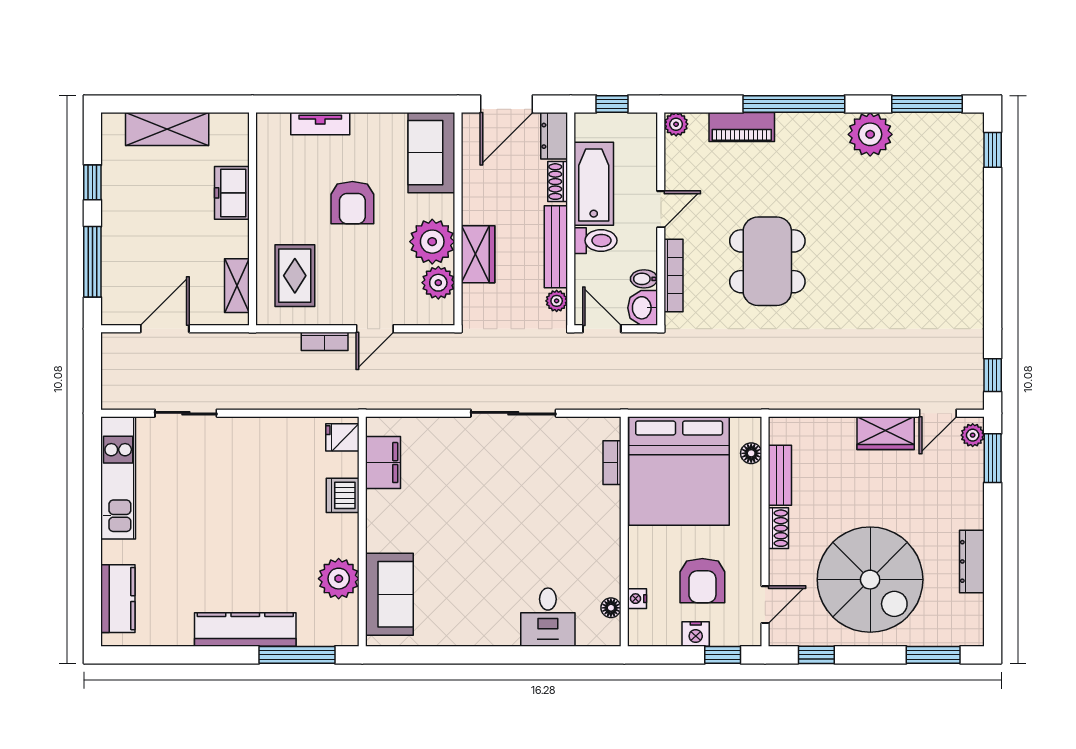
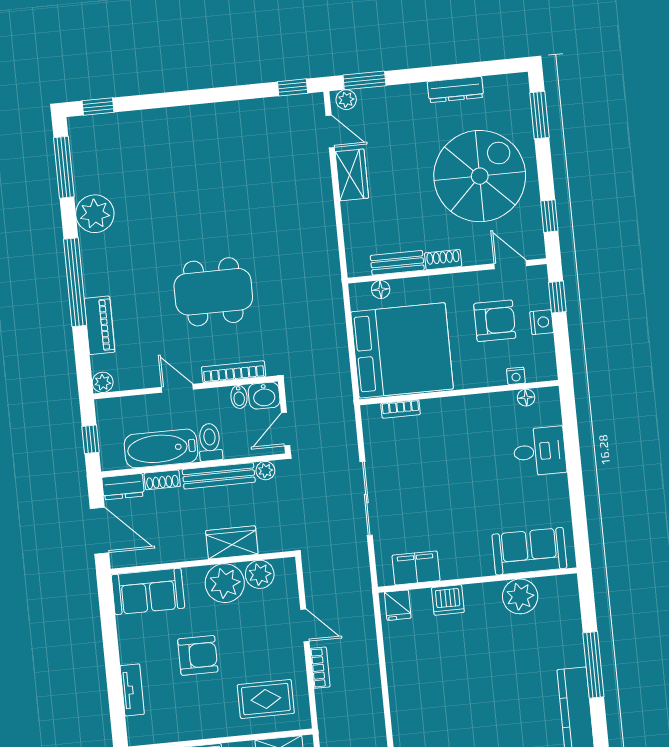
fridge: (342, 437) -> (398, 605), moved
filing cabinet: (383, 463) -> (416, 568), moved
dishwasher: (343, 495) -> (448, 600), moved
wall: (362, 532) -> (477, 580), moved
plant: (339, 579) -> (520, 596), moved
sofa: (389, 594) -> (529, 551), moved

